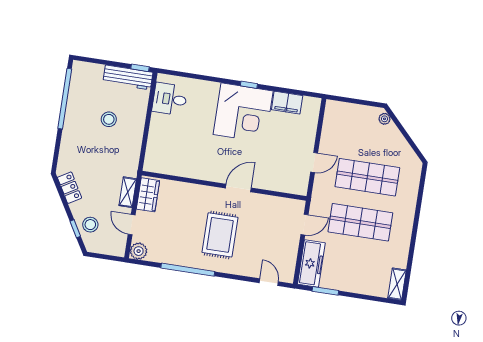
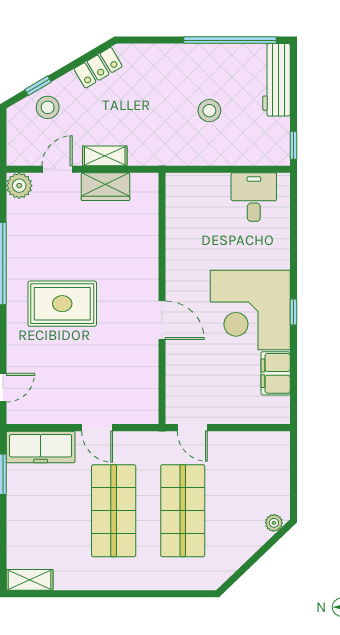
workbench: (128, 77) -> (276, 80), moved
wall: (224, 186) -> (162, 298), moved
door: (238, 188) -> (162, 320), moved

